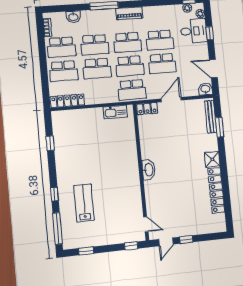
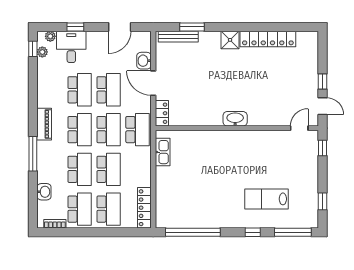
washbasin: (205, 89) -> (144, 61), moved
window: (50, 143) -> (193, 232), width x3.17

